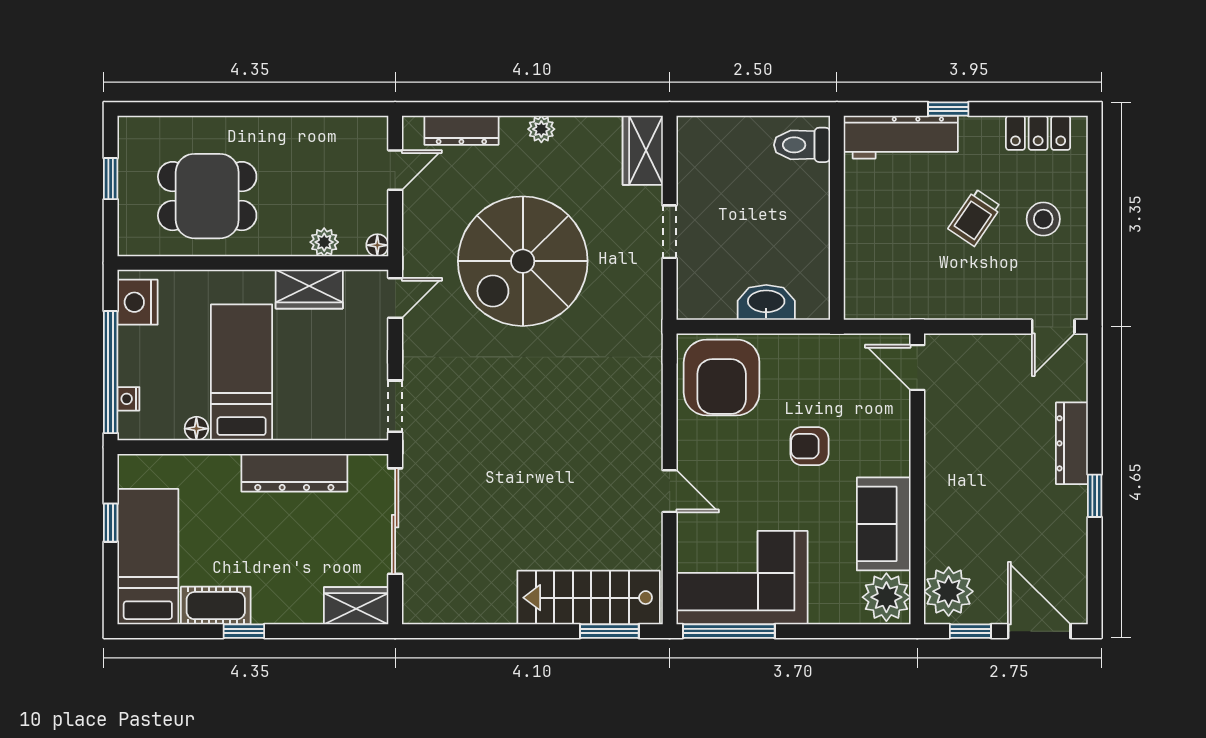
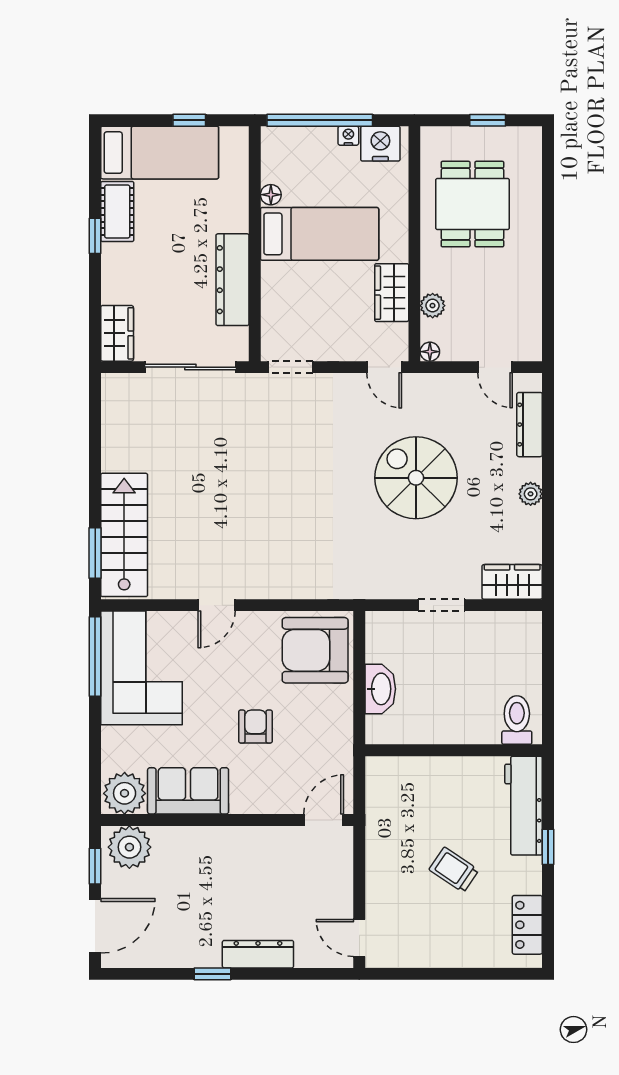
stool: (1043, 219) -> (453, 929), removed
spiral stairs: (523, 261) -> (416, 478), width x0.73, depth x0.73
nightstand: (128, 399) -> (348, 136), moved

